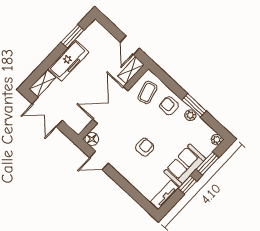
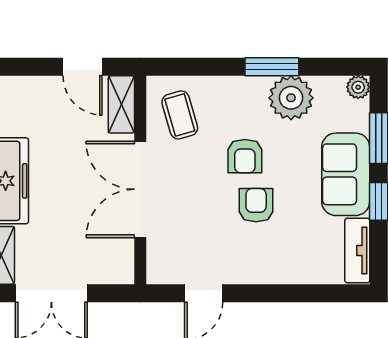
armchair: (169, 106) -> (245, 156), moved, turned -90
plant: (190, 115) -> (291, 98), width x1.88, depth x1.88
floor lamp: (92, 139) -> (161, 270), removed

